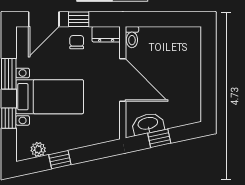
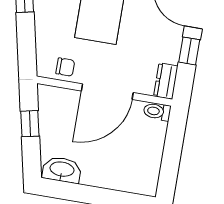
chair: (77, 42) -> (65, 67), moved
washbasin: (148, 124) -> (62, 170), moved, turned -78

